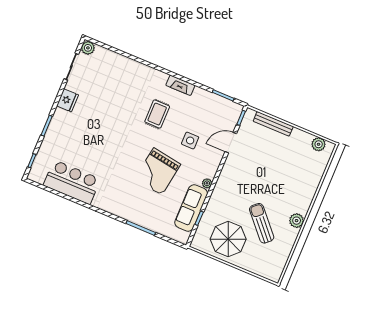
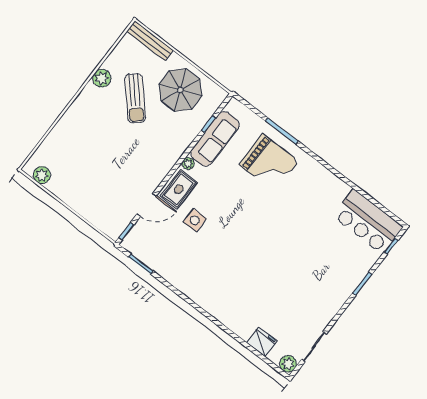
fireplace: (180, 85) -> (189, 290), removed
fridge: (68, 100) -> (262, 342), moved, turned 90
rug: (157, 114) -> (179, 189), moved
bench: (273, 124) -> (150, 41), moved
grand piano: (158, 171) -> (269, 163), moved, turned 81
bar counter: (72, 182) -> (368, 221), moved
plant: (297, 221) -> (102, 78), moved

